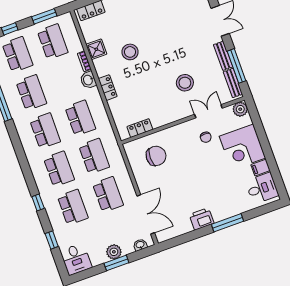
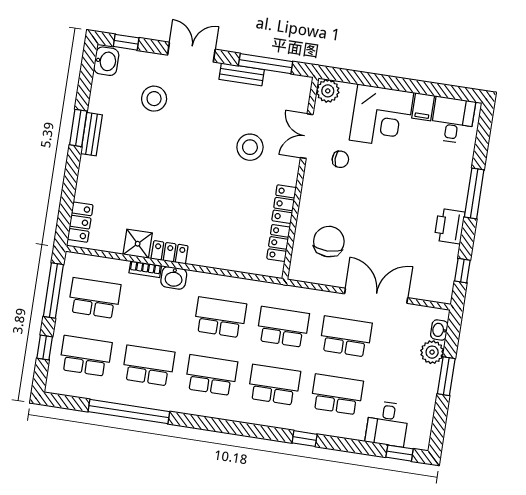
window: (44, 16) -> (53, 291), width x1.44
stool: (130, 52) -> (154, 99), moved
bench: (233, 83) -> (286, 81), removed
locker: (108, 88) -> (170, 252), moved
locker: (163, 119) -> (284, 204), added
double door: (146, 214) -> (376, 296), moved
window: (52, 240) -> (400, 453), moved
window: (181, 240) -> (462, 271), added
plant: (114, 252) -> (432, 352), moved
desk: (76, 259) -> (387, 424), moved, turned 90

